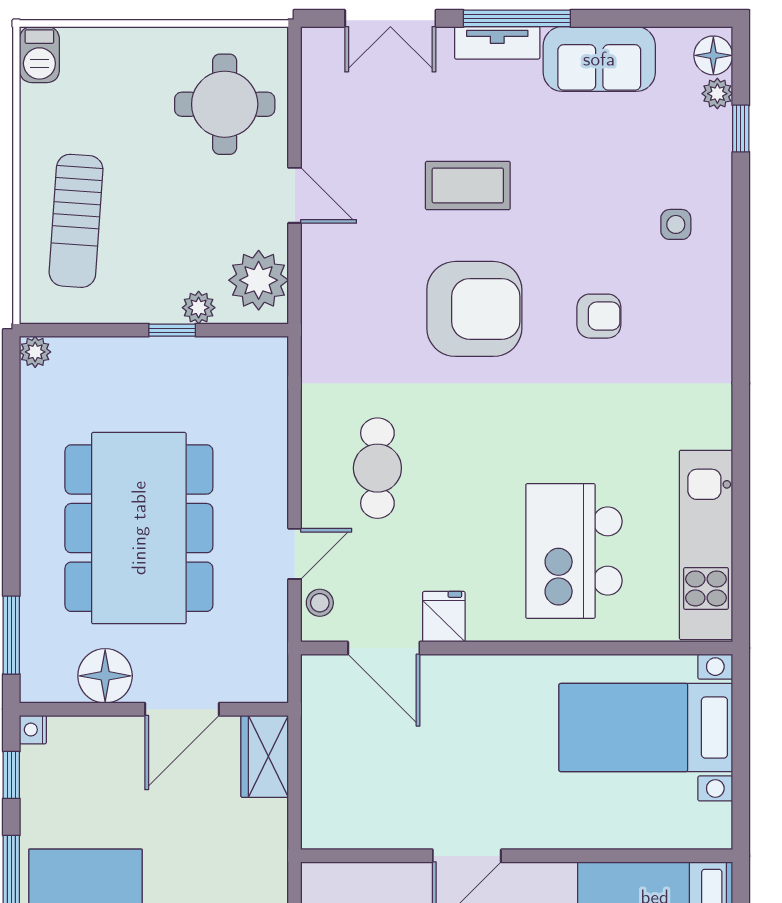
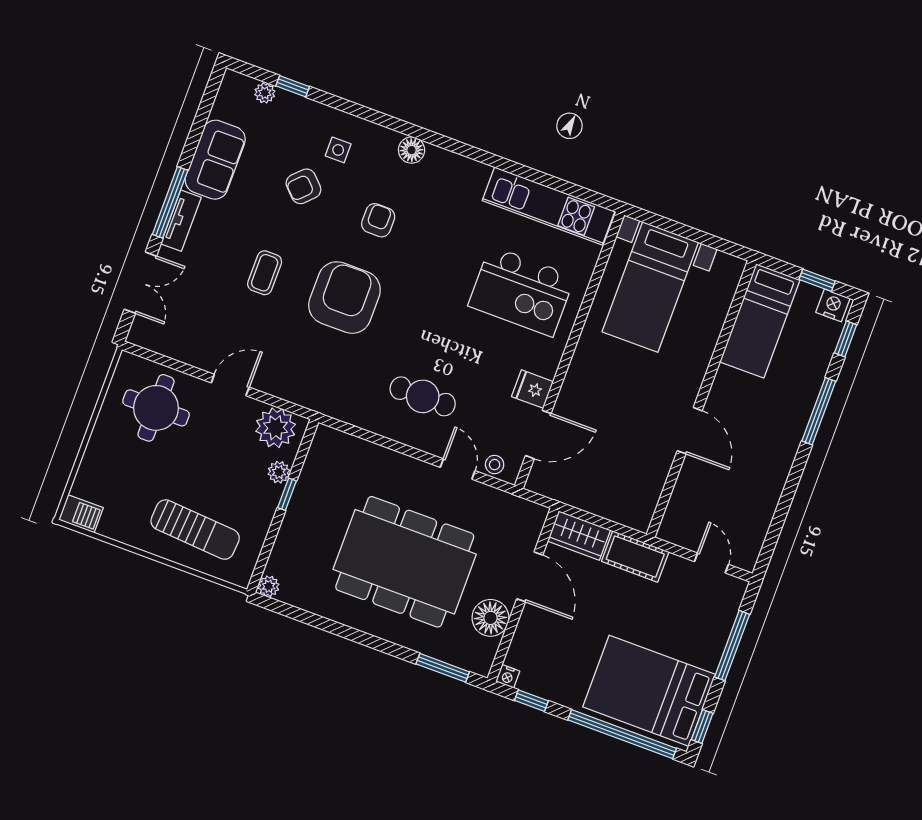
floor lamp: (713, 55) -> (412, 150), moved
coffee table: (468, 185) -> (265, 273), width x0.73, depth x0.77
armchair: (608, 195) -> (303, 186), added
cot: (264, 845) -> (635, 557), added

